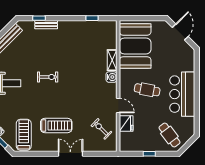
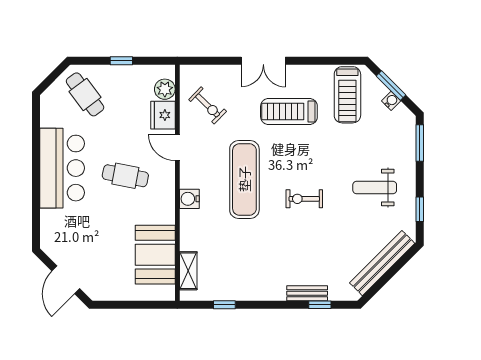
booth: (135, 46) -> (155, 255), width x0.73, depth x0.70
shelving: (112, 60) -> (188, 271), moved
exercise mat: (81, 88) -> (244, 179), added
plant: (125, 138) -> (165, 89), added

